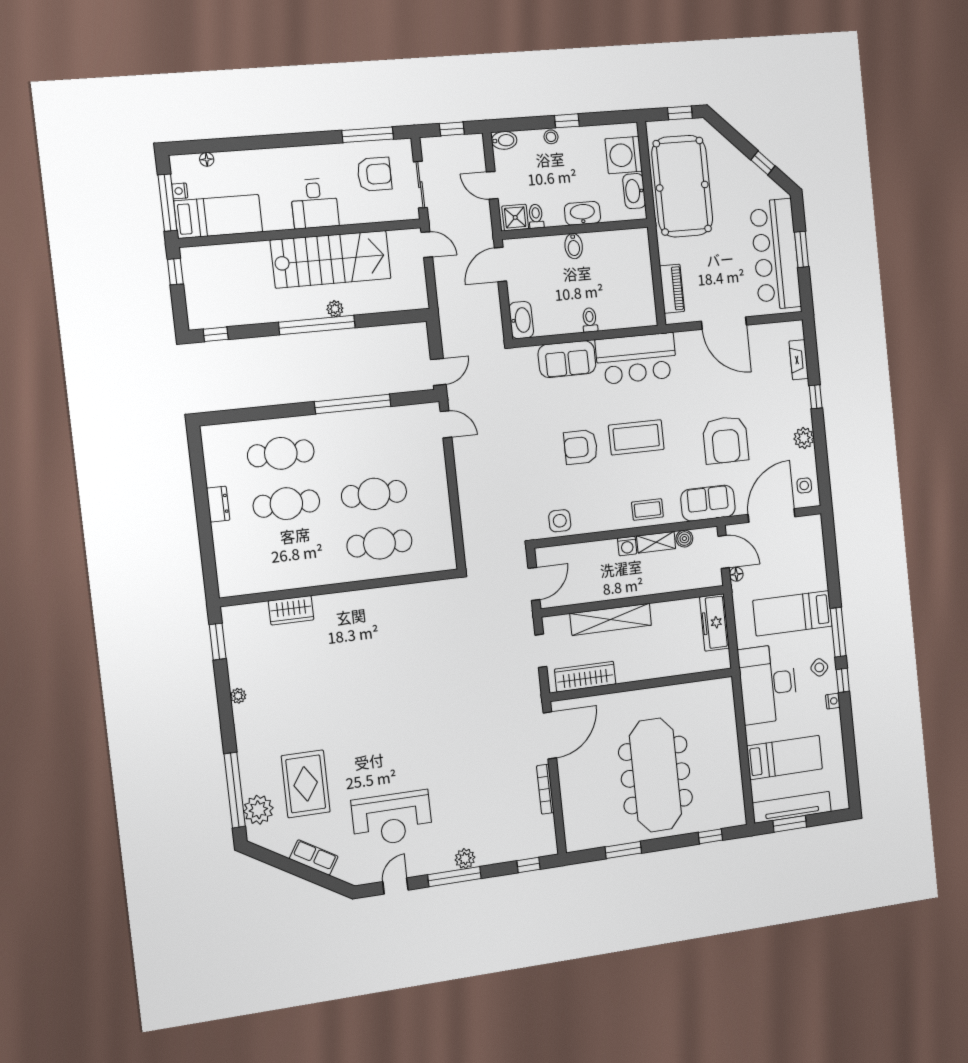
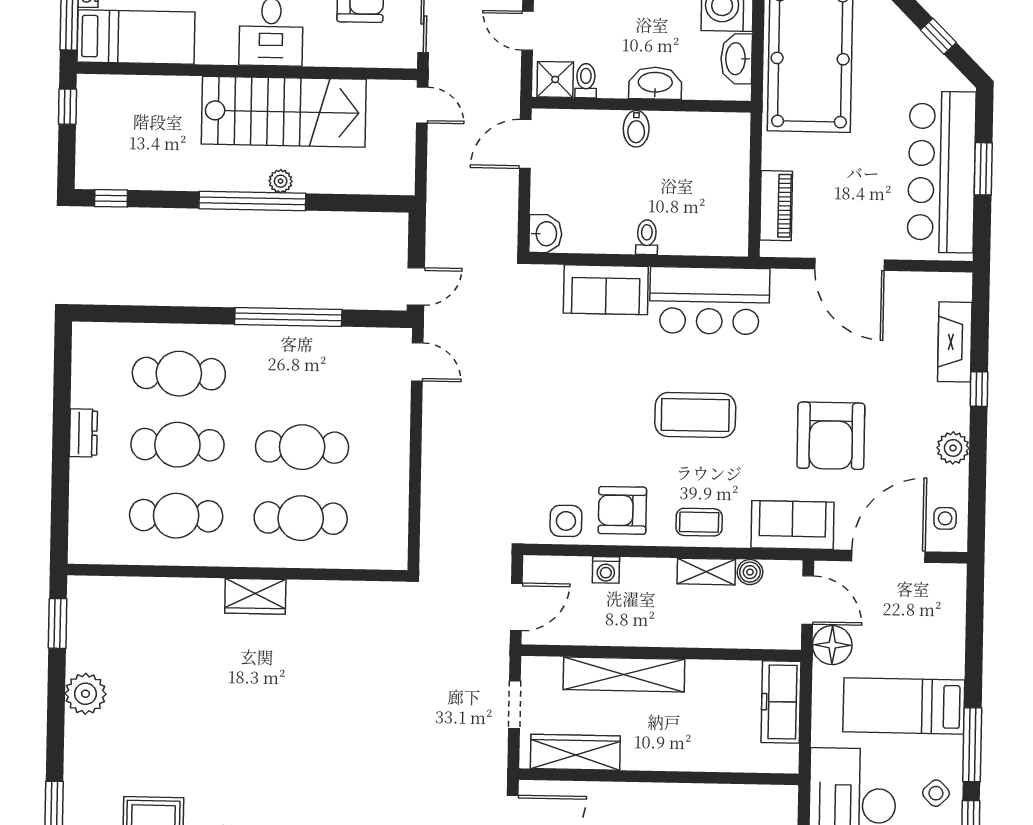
washbasin: (521, 320) -> (545, 234), width x0.72
fireplace: (799, 360) -> (955, 342), width x1.37, depth x1.32
armchair: (581, 447) -> (622, 510), moved
washing machine: (627, 546) -> (606, 570), moved
cafe table: (292, 554) -> (176, 516), added
floor lamp: (736, 574) -> (832, 645), width x1.89, depth x1.89
wardrobe: (291, 610) -> (255, 596), moved
plant: (238, 696) -> (85, 694), width x1.88, depth x1.88

